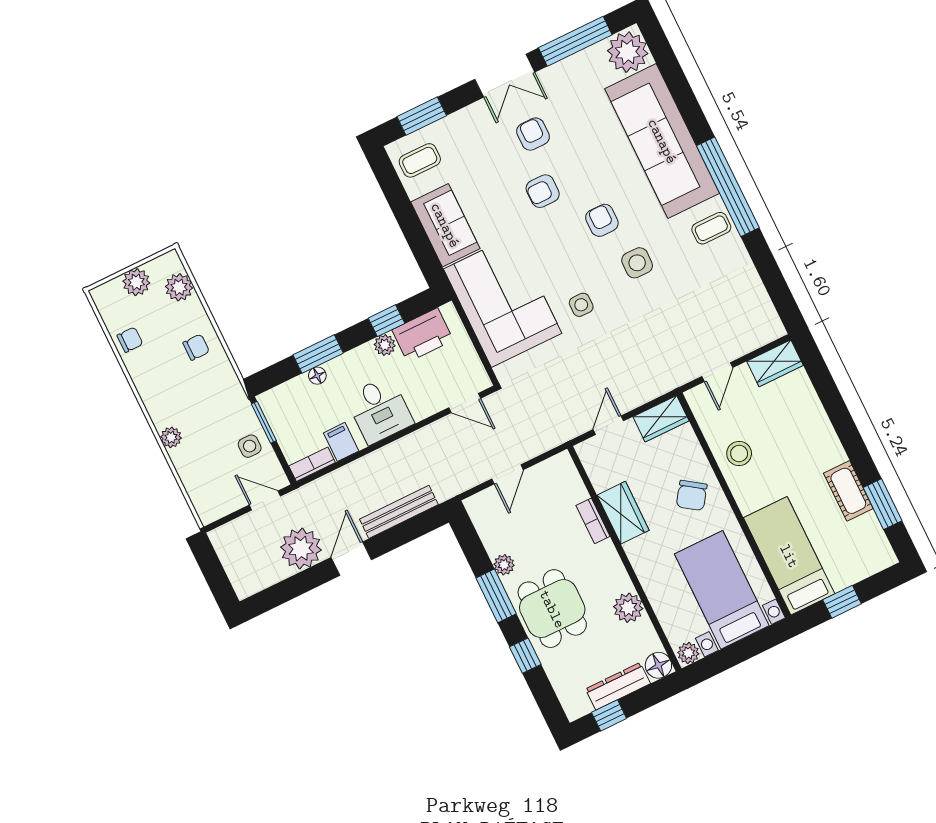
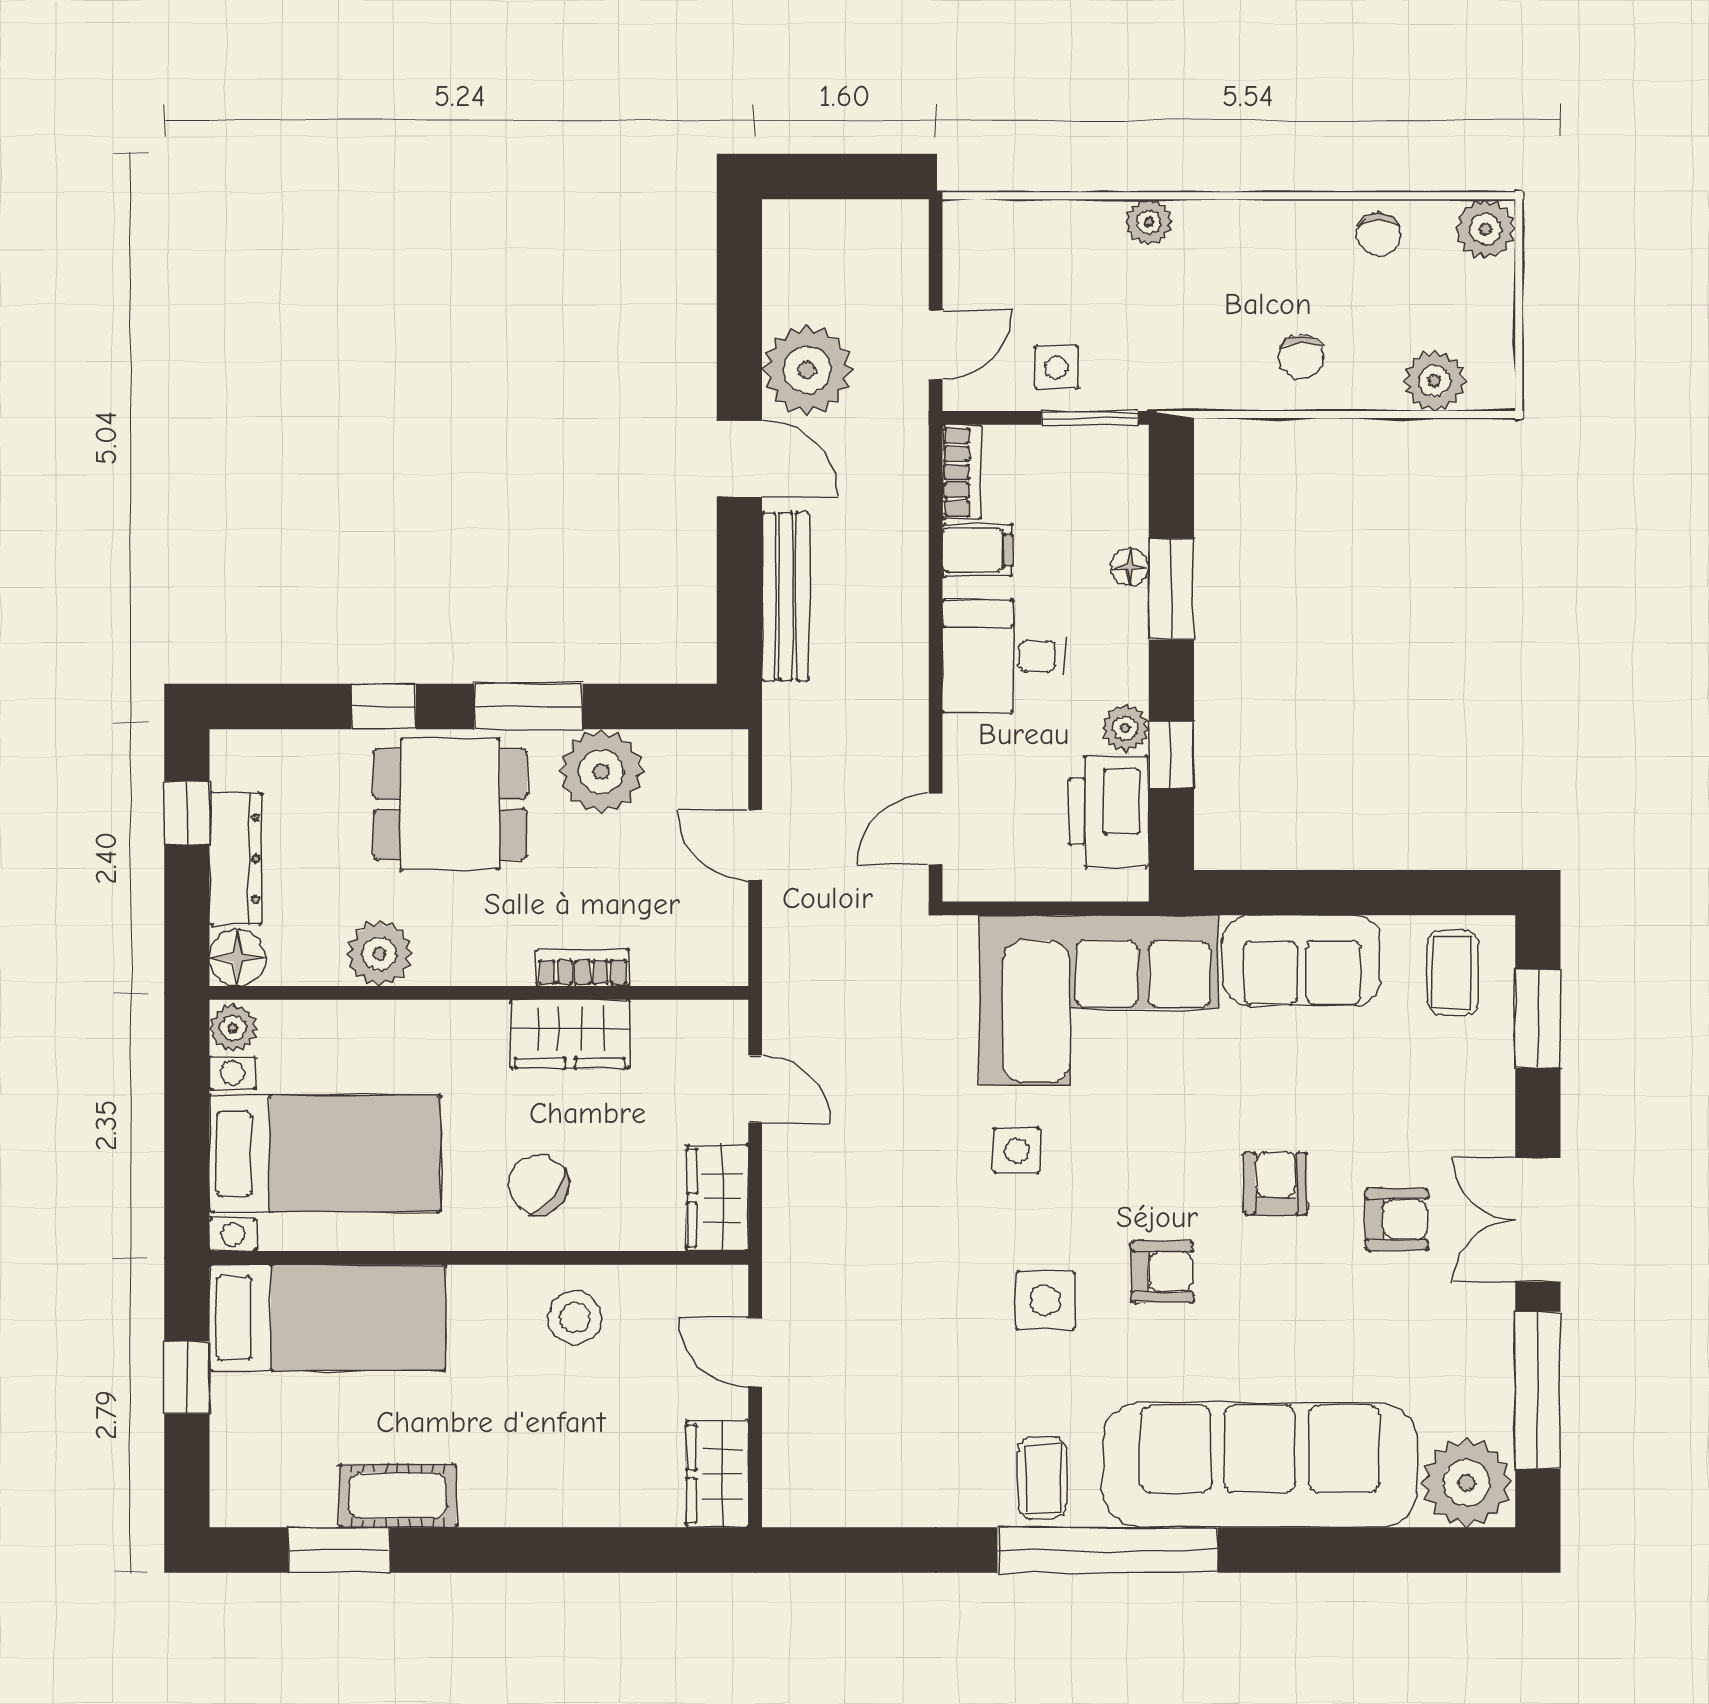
plant: (136, 282) -> (1485, 229), moved
plant: (504, 565) -> (601, 772), width x1.87, depth x1.87

